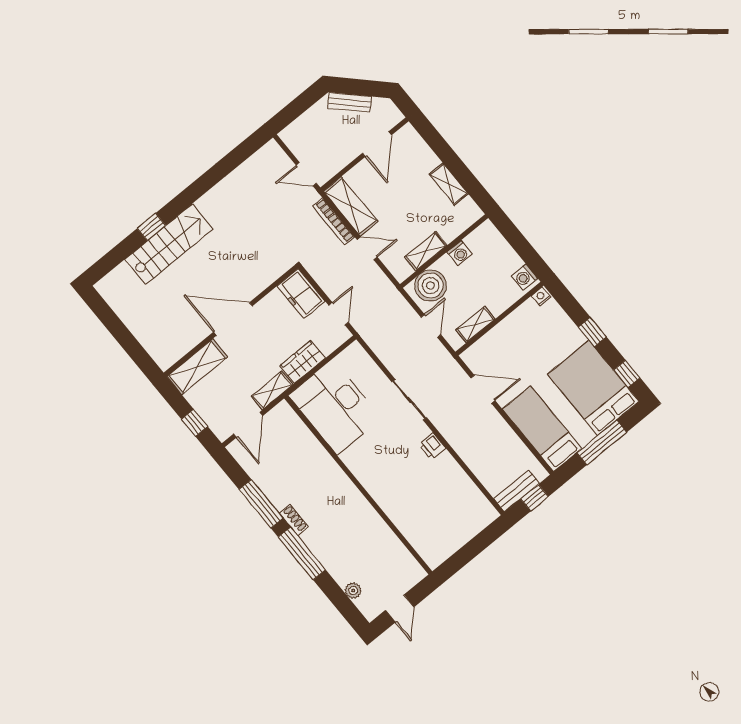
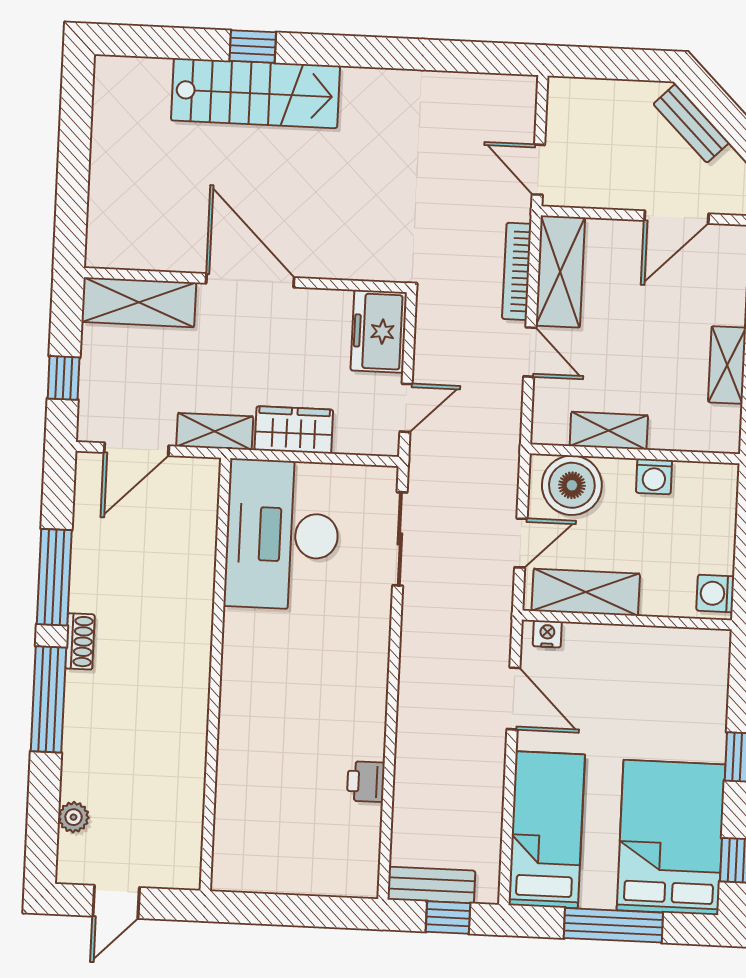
nightstand: (541, 296) -> (547, 634), moved
shelving: (475, 324) -> (586, 592), width x1.50, depth x1.33
sliding door: (409, 400) -> (400, 539), moved
printer: (432, 446) -> (366, 782), moved

